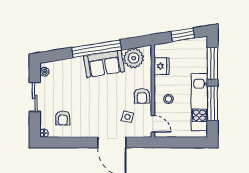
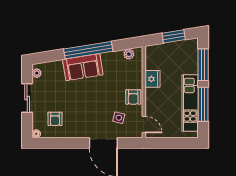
plant: (134, 58) -> (129, 54), width x0.53, depth x0.53
sofa: (104, 64) -> (83, 67), moved
fridge: (161, 66) -> (153, 79), moved
stool: (169, 99) -> (160, 100), removed

